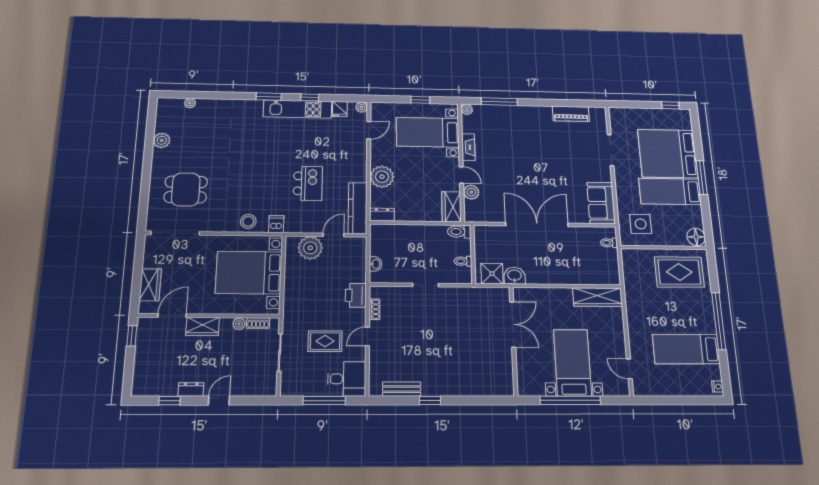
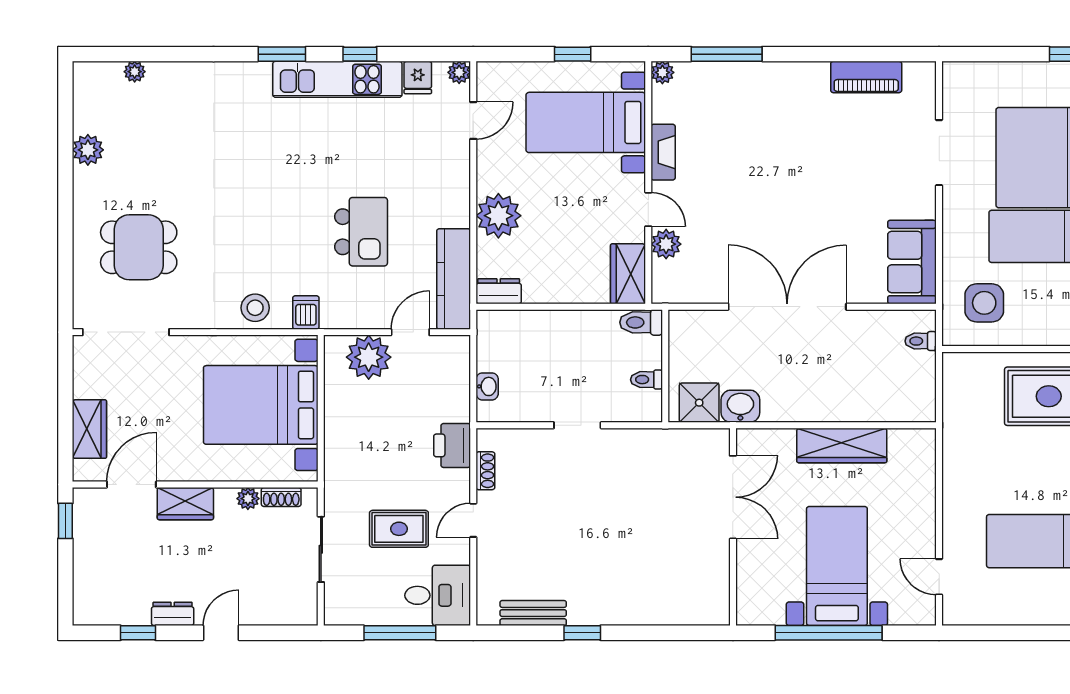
wardrobe: (598, 297) -> (842, 445), moved

